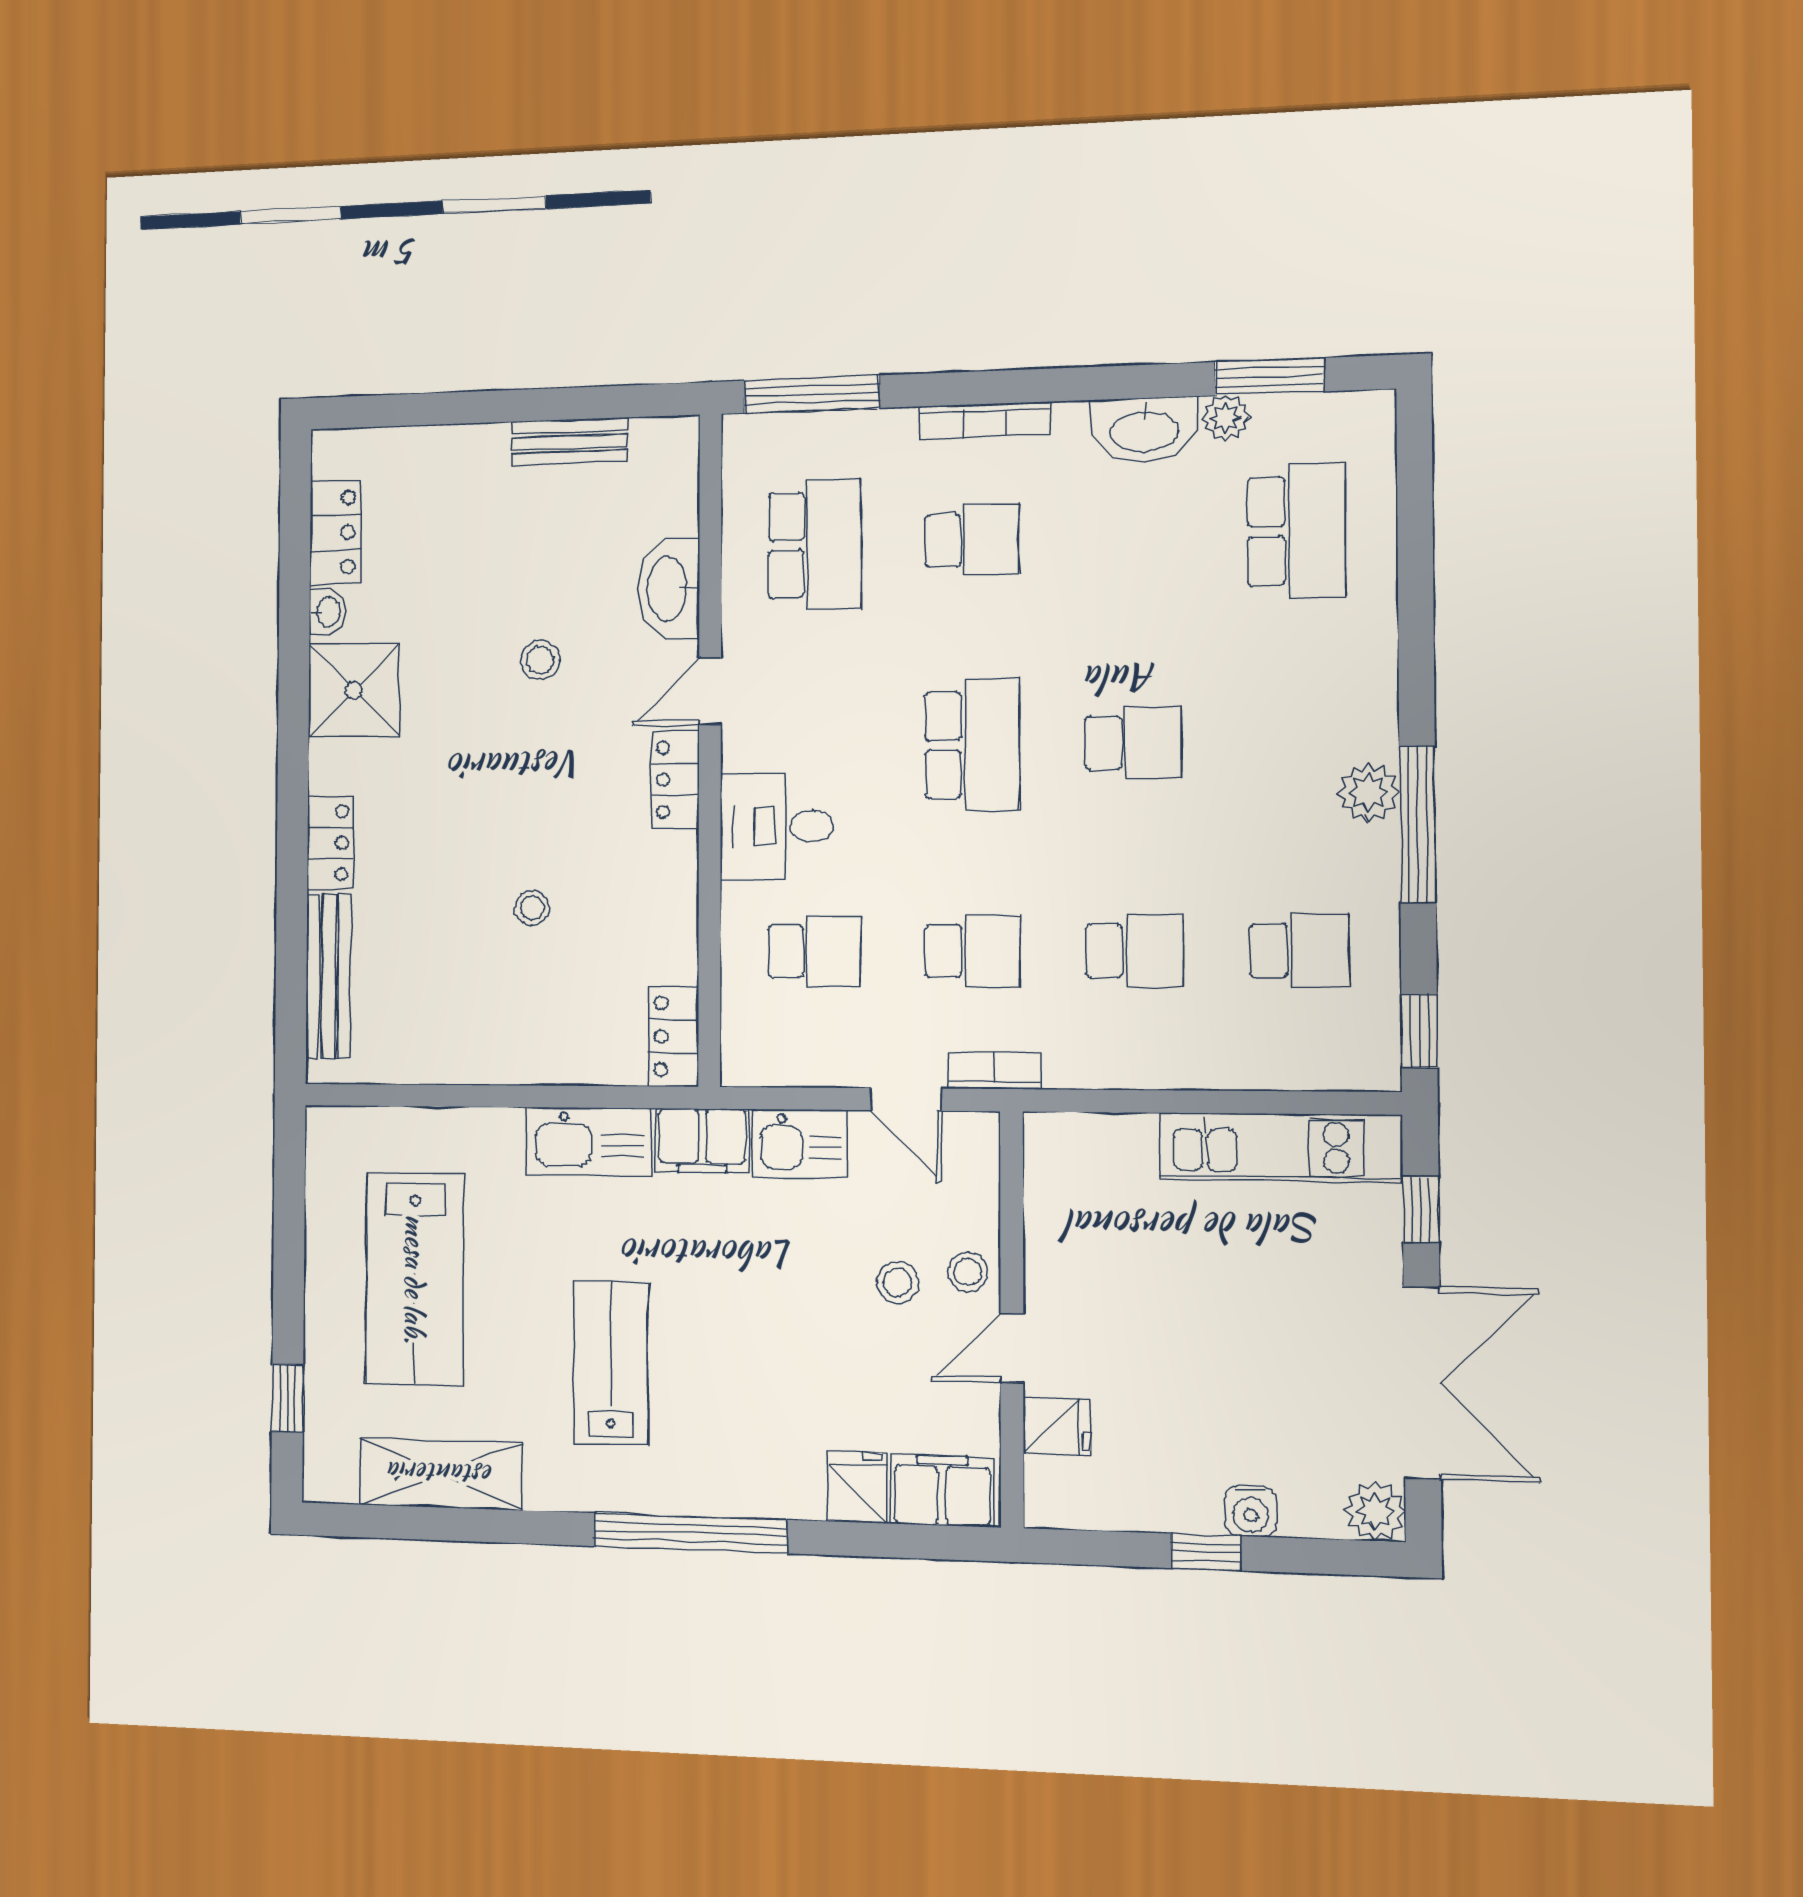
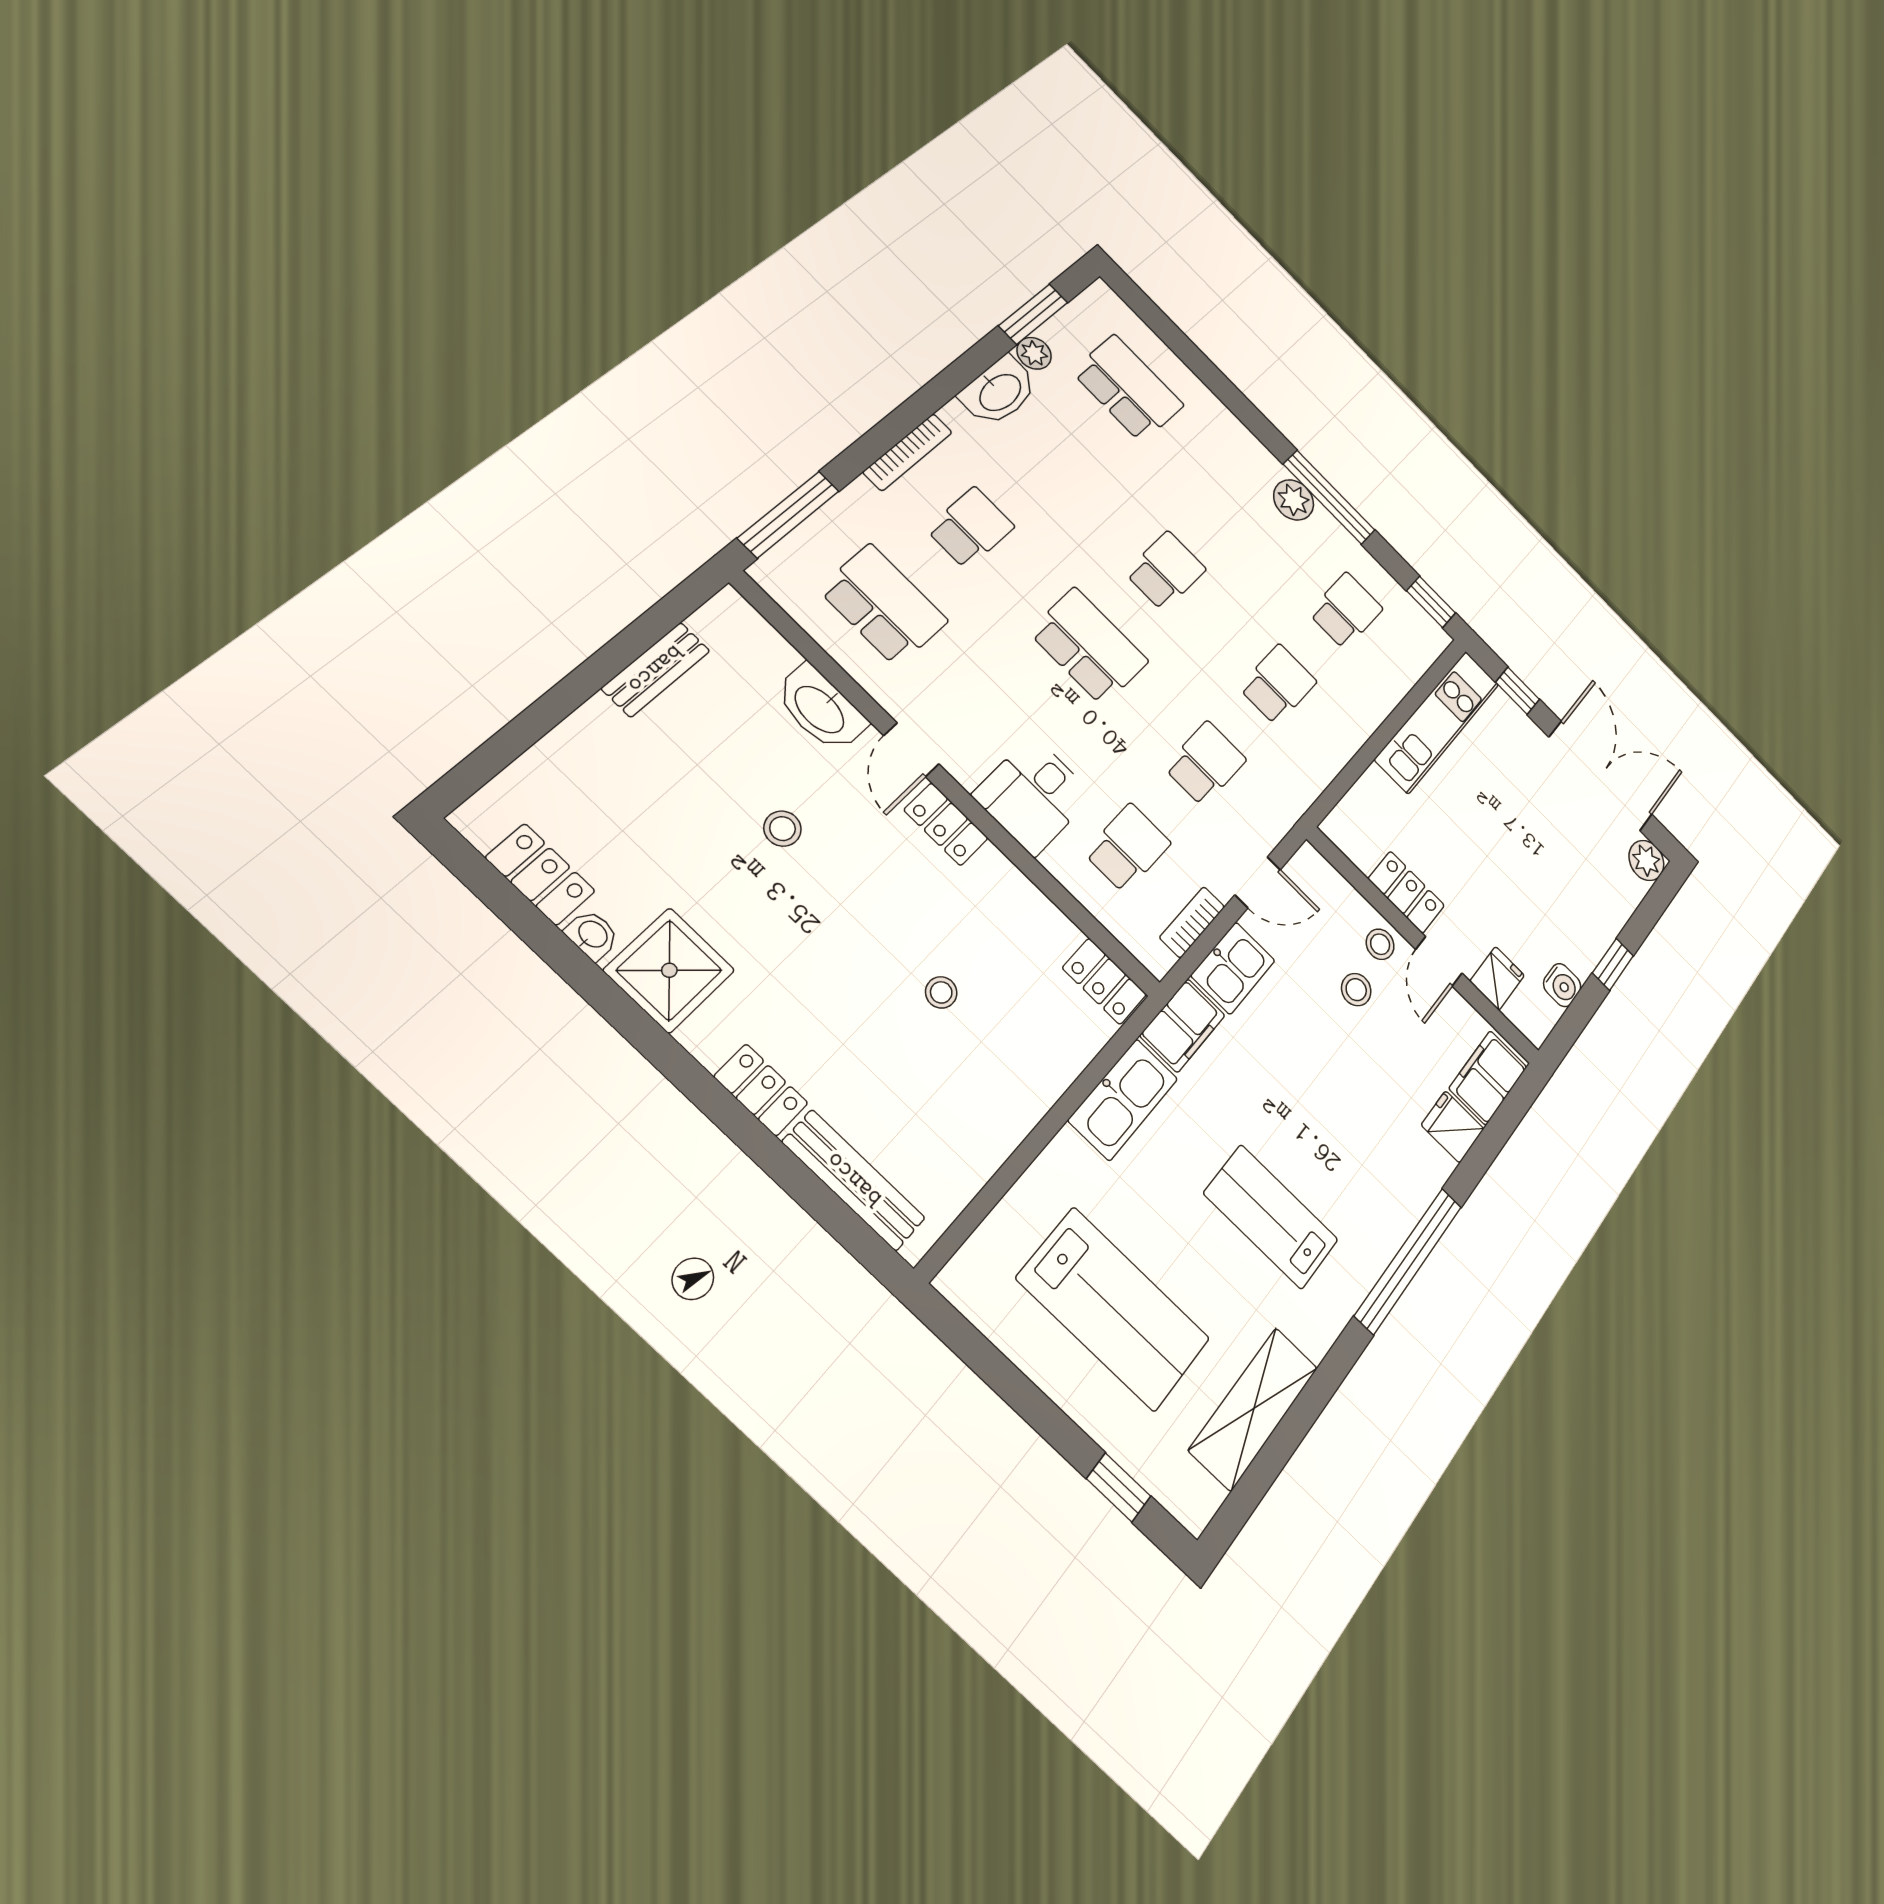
bookcase: (995, 1071) -> (1192, 922), moved
locker: (1050, 1258) -> (1406, 892), added
water cooler: (1251, 1511) -> (1562, 985), moved

